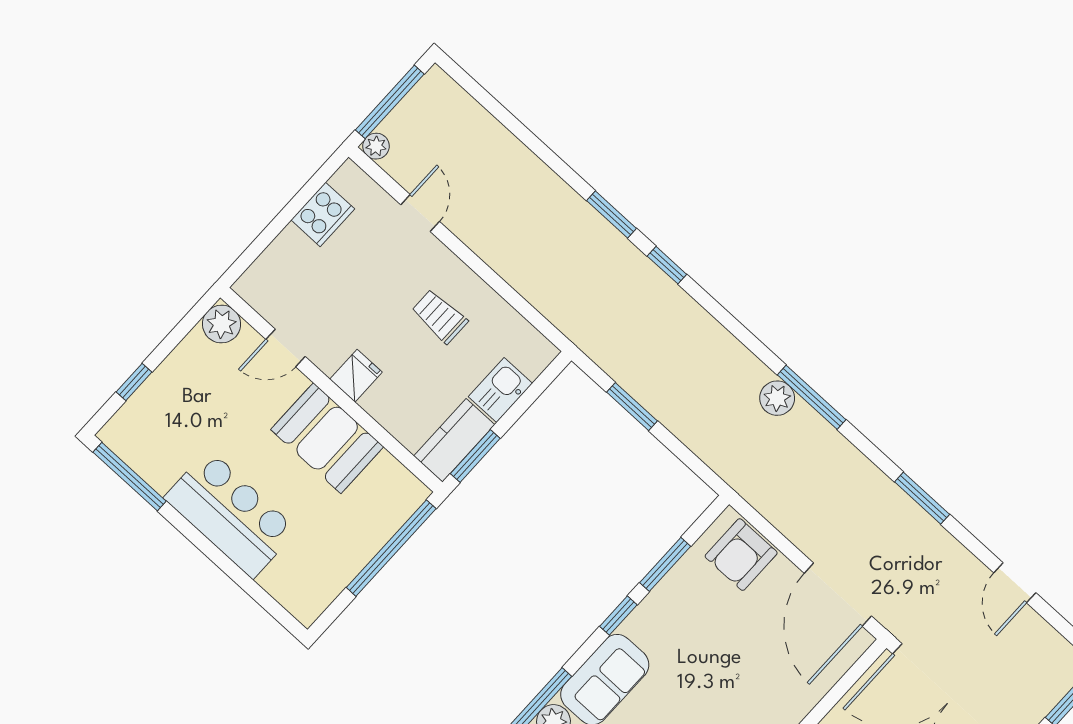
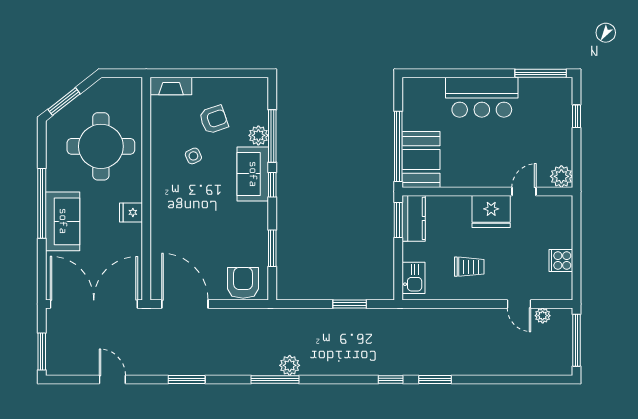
plant: (376, 146) -> (543, 316), moved
cooker: (323, 214) -> (561, 261), width x0.73
fridge: (356, 376) -> (491, 212), width x1.88, depth x1.34
kitchen sink: (500, 390) -> (413, 278), moved
booth: (327, 438) -> (421, 159), moved, turned 90
window: (618, 616) -> (272, 185), moved

